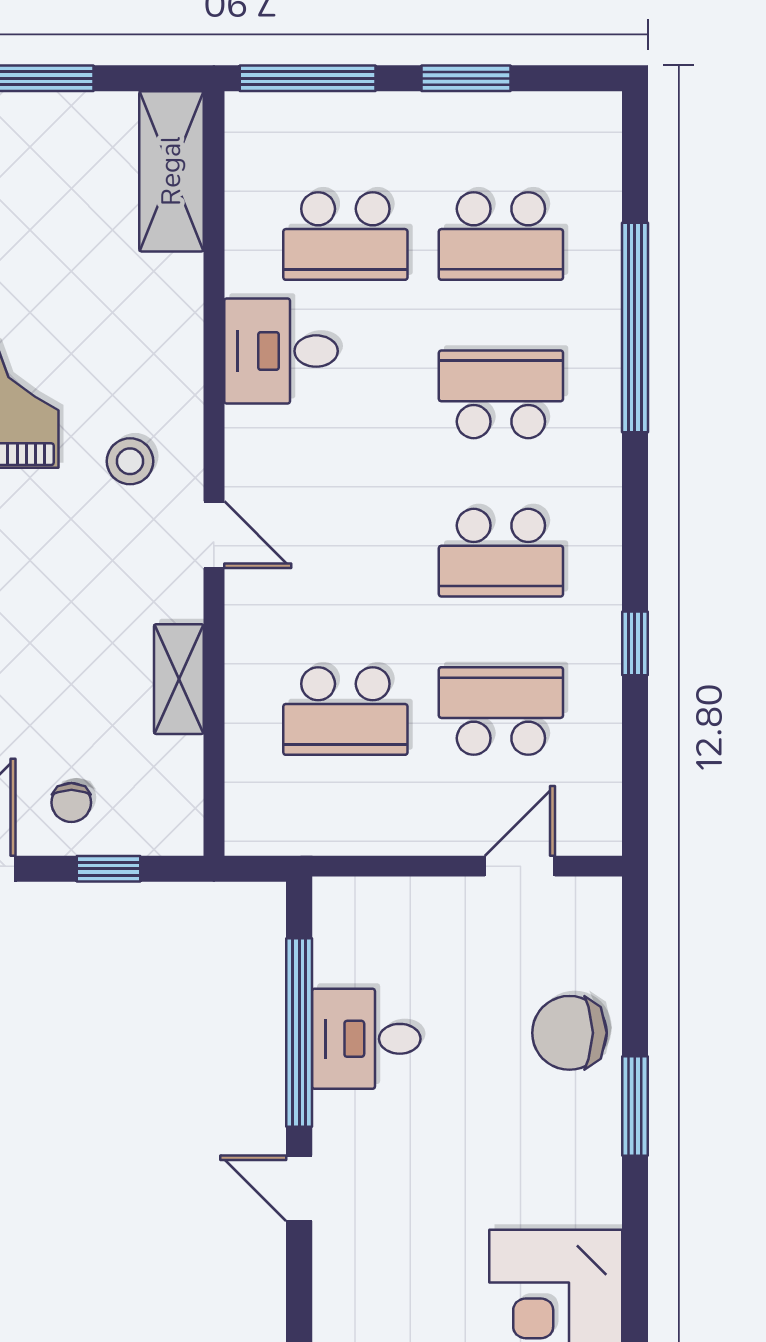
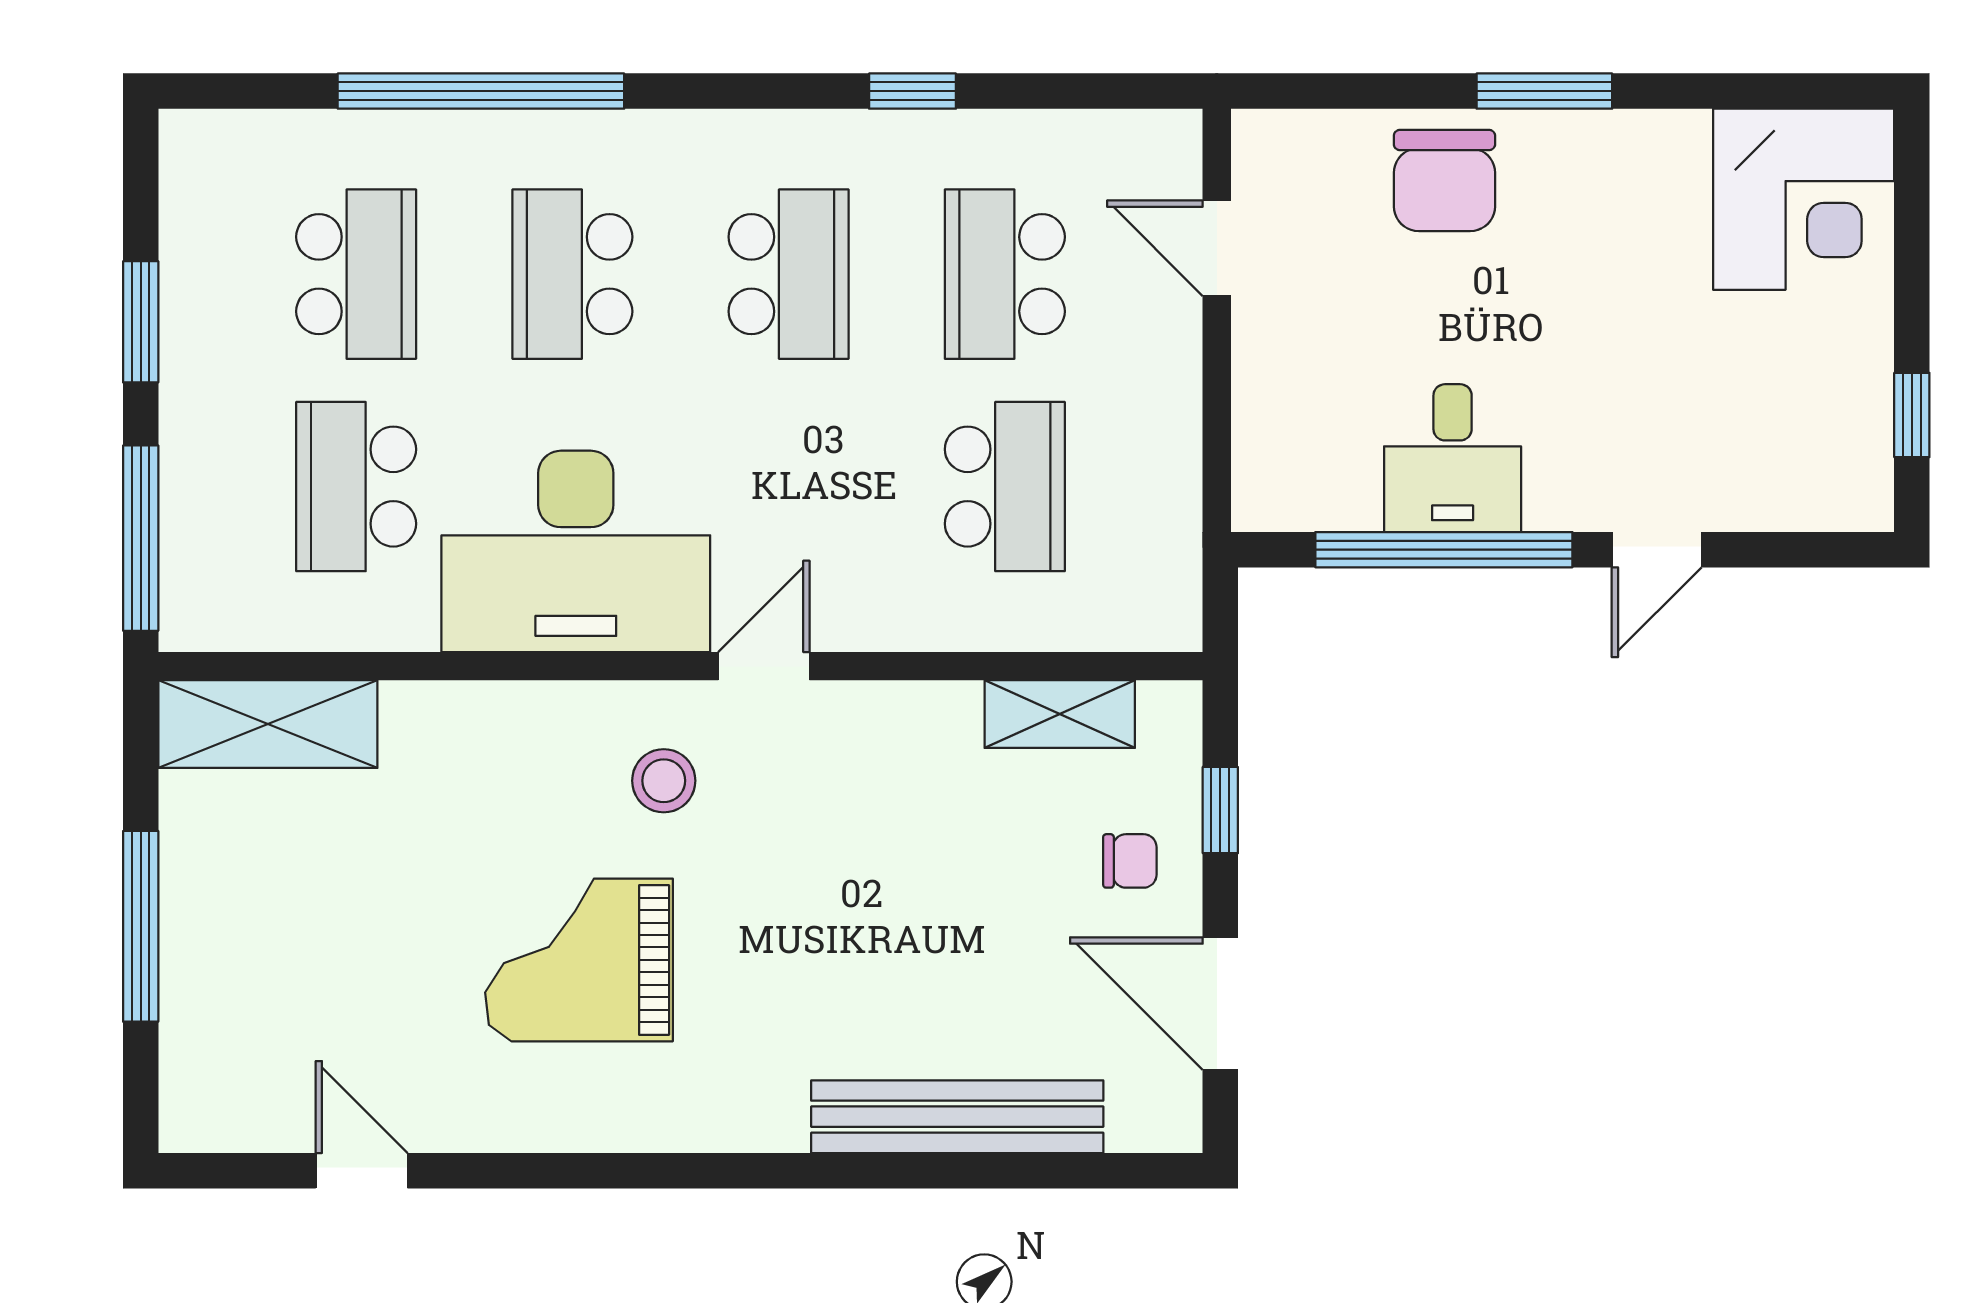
school desk: (345, 236) -> (356, 487), turned 180
desk: (281, 351) -> (576, 551), width x1.87, depth x1.30
shelving: (179, 679) -> (1060, 714), moved

